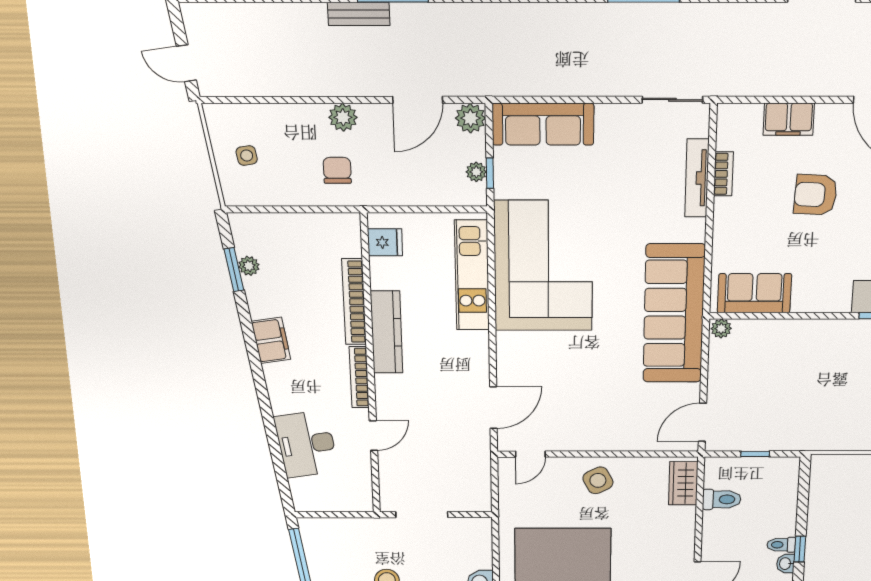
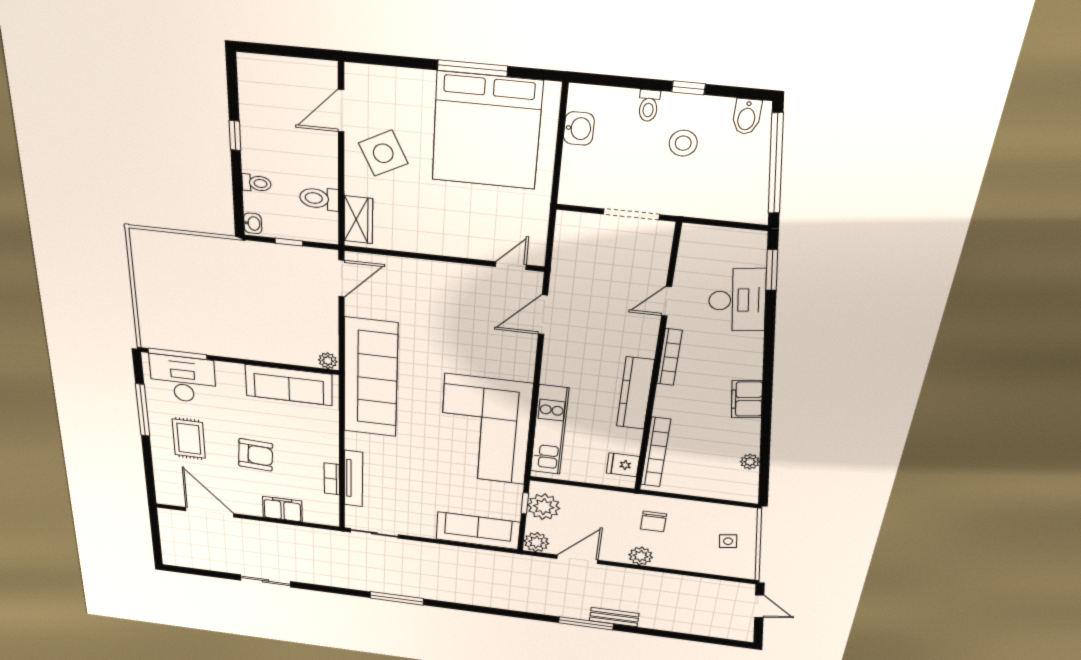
plant: (476, 172) -> (544, 507), width x1.88, depth x1.88
window: (234, 270) -> (772, 270), moved
sofa: (754, 293) -> (289, 385), width x1.36
bookcase: (354, 302) -> (656, 452), moved
side table: (598, 480) -> (383, 153), moved, width x1.37, depth x1.37
toilet: (781, 545) -> (256, 183), moved
washbasin: (786, 564) -> (253, 223), moved

